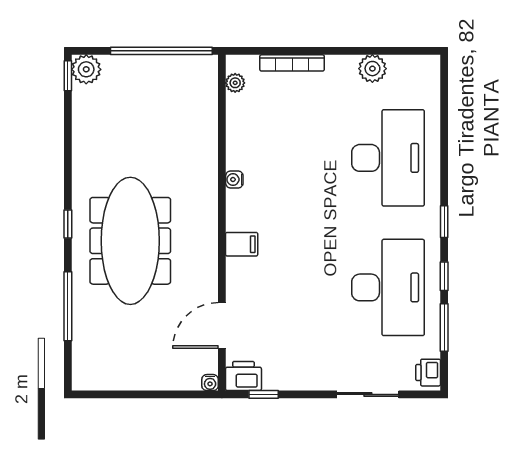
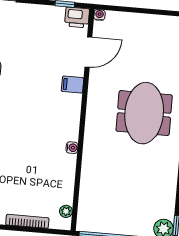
meeting table: (130, 241) -> (144, 113), width x0.73
filing cabinet: (242, 244) -> (73, 85), moved

